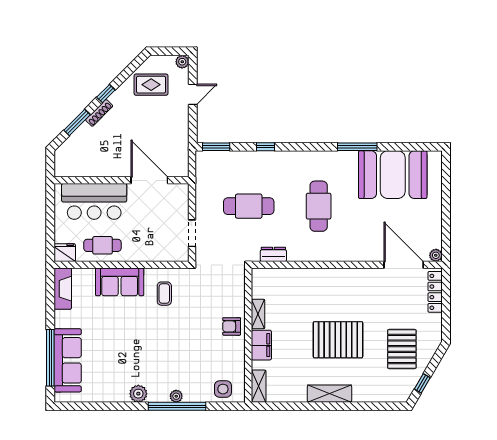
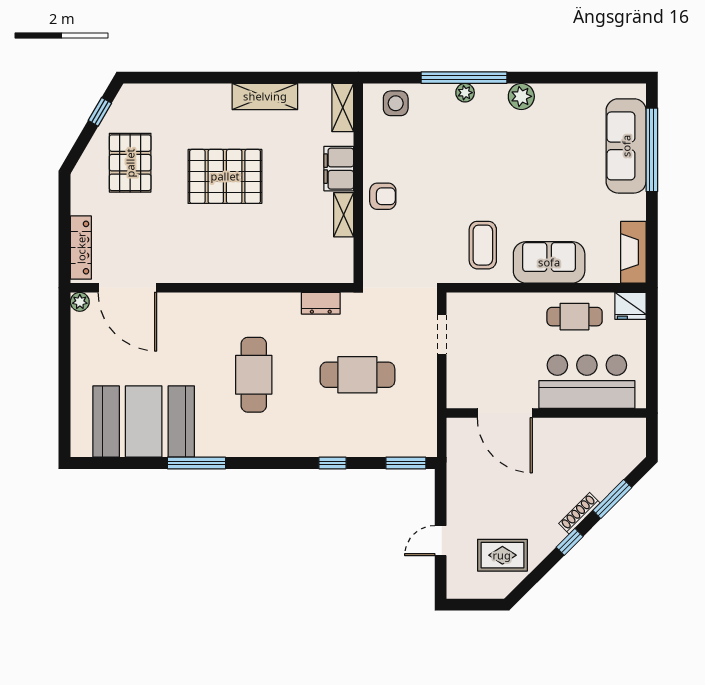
plant: (182, 62) -> (456, 589), removed
coffee table: (164, 294) -> (483, 245), width x1.36, depth x1.30
shelving: (329, 394) -> (265, 96), moved

